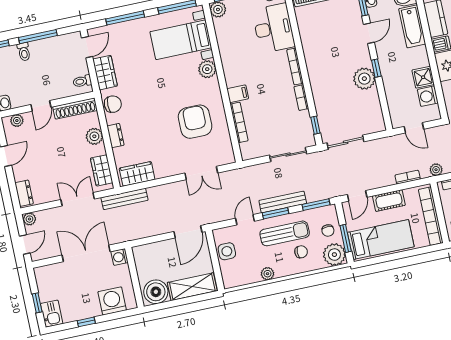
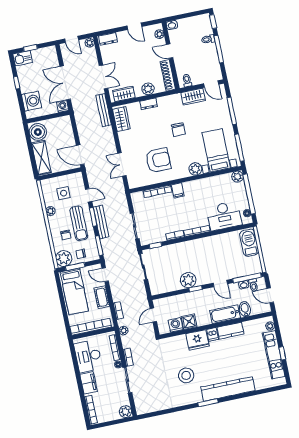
chair: (113, 104) -> (178, 130), moved
side table: (227, 251) -> (64, 193), moved
double door: (86, 253) -> (65, 83), swing flipped

